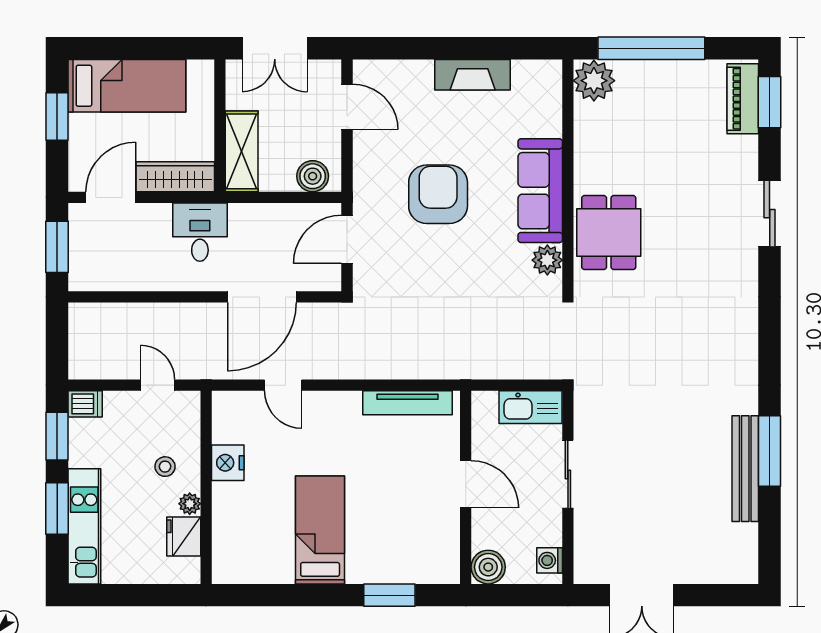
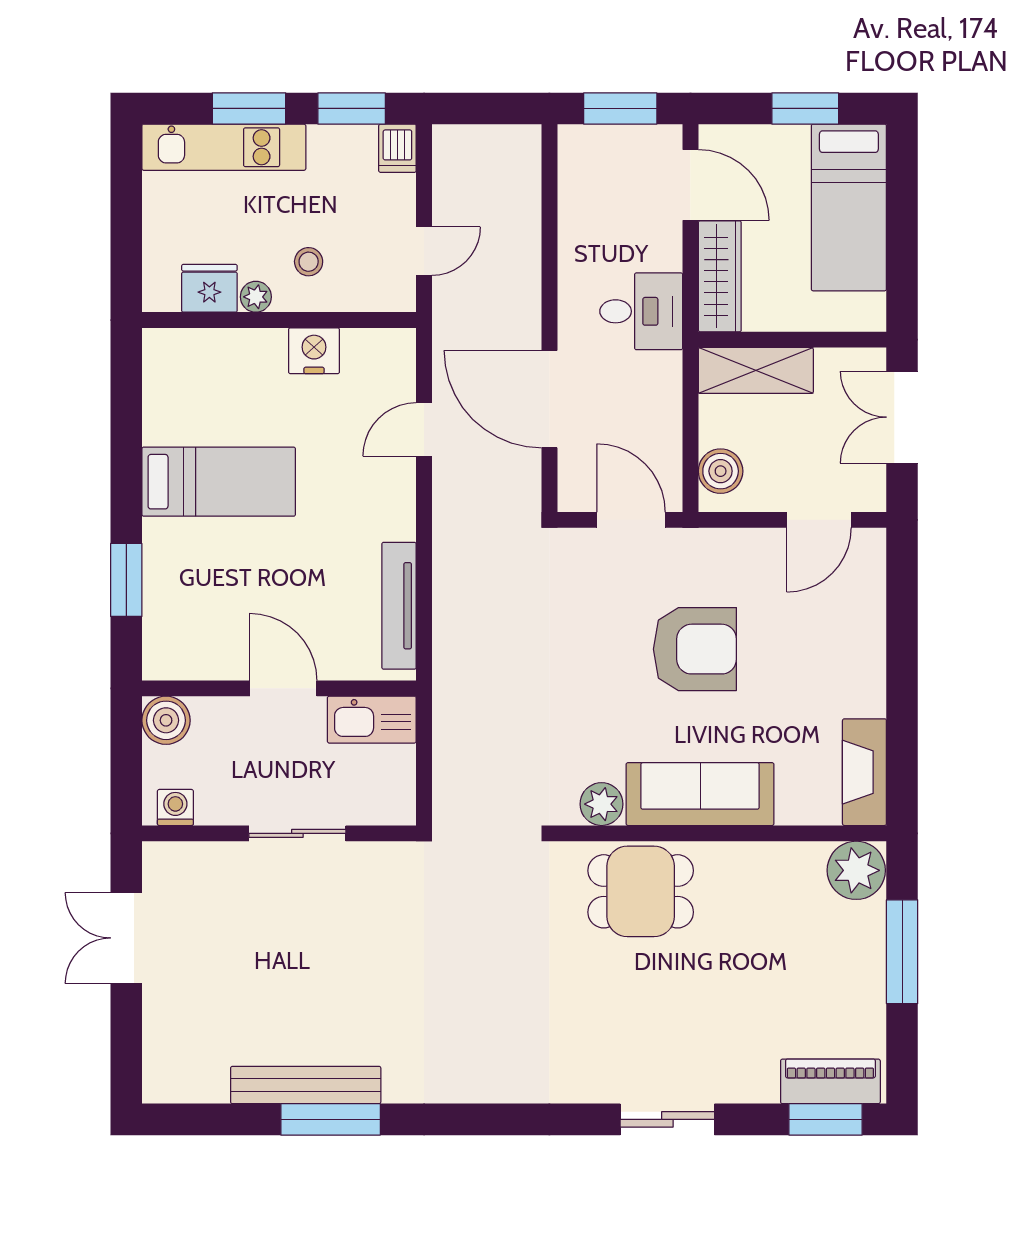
window: (651, 48) -> (902, 952), width x0.68
fireplace: (473, 75) -> (864, 772), moved
kitchen sink: (531, 407) -> (372, 720), moved, turned -90
door: (466, 484) -> (283, 688), swing flipped

